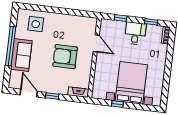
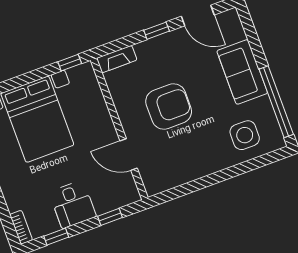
window: (11, 46) -> (276, 102), moved
window: (117, 104) -> (70, 63), moved

